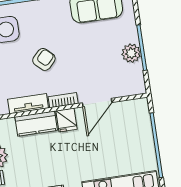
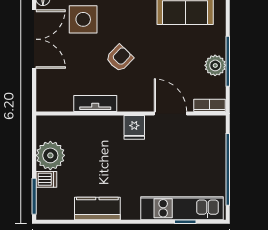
bookcase: (63, 100) -> (210, 105), moved
door: (97, 103) -> (170, 114), swing flipped
kitchen counter: (36, 124) -> (101, 126), removed

